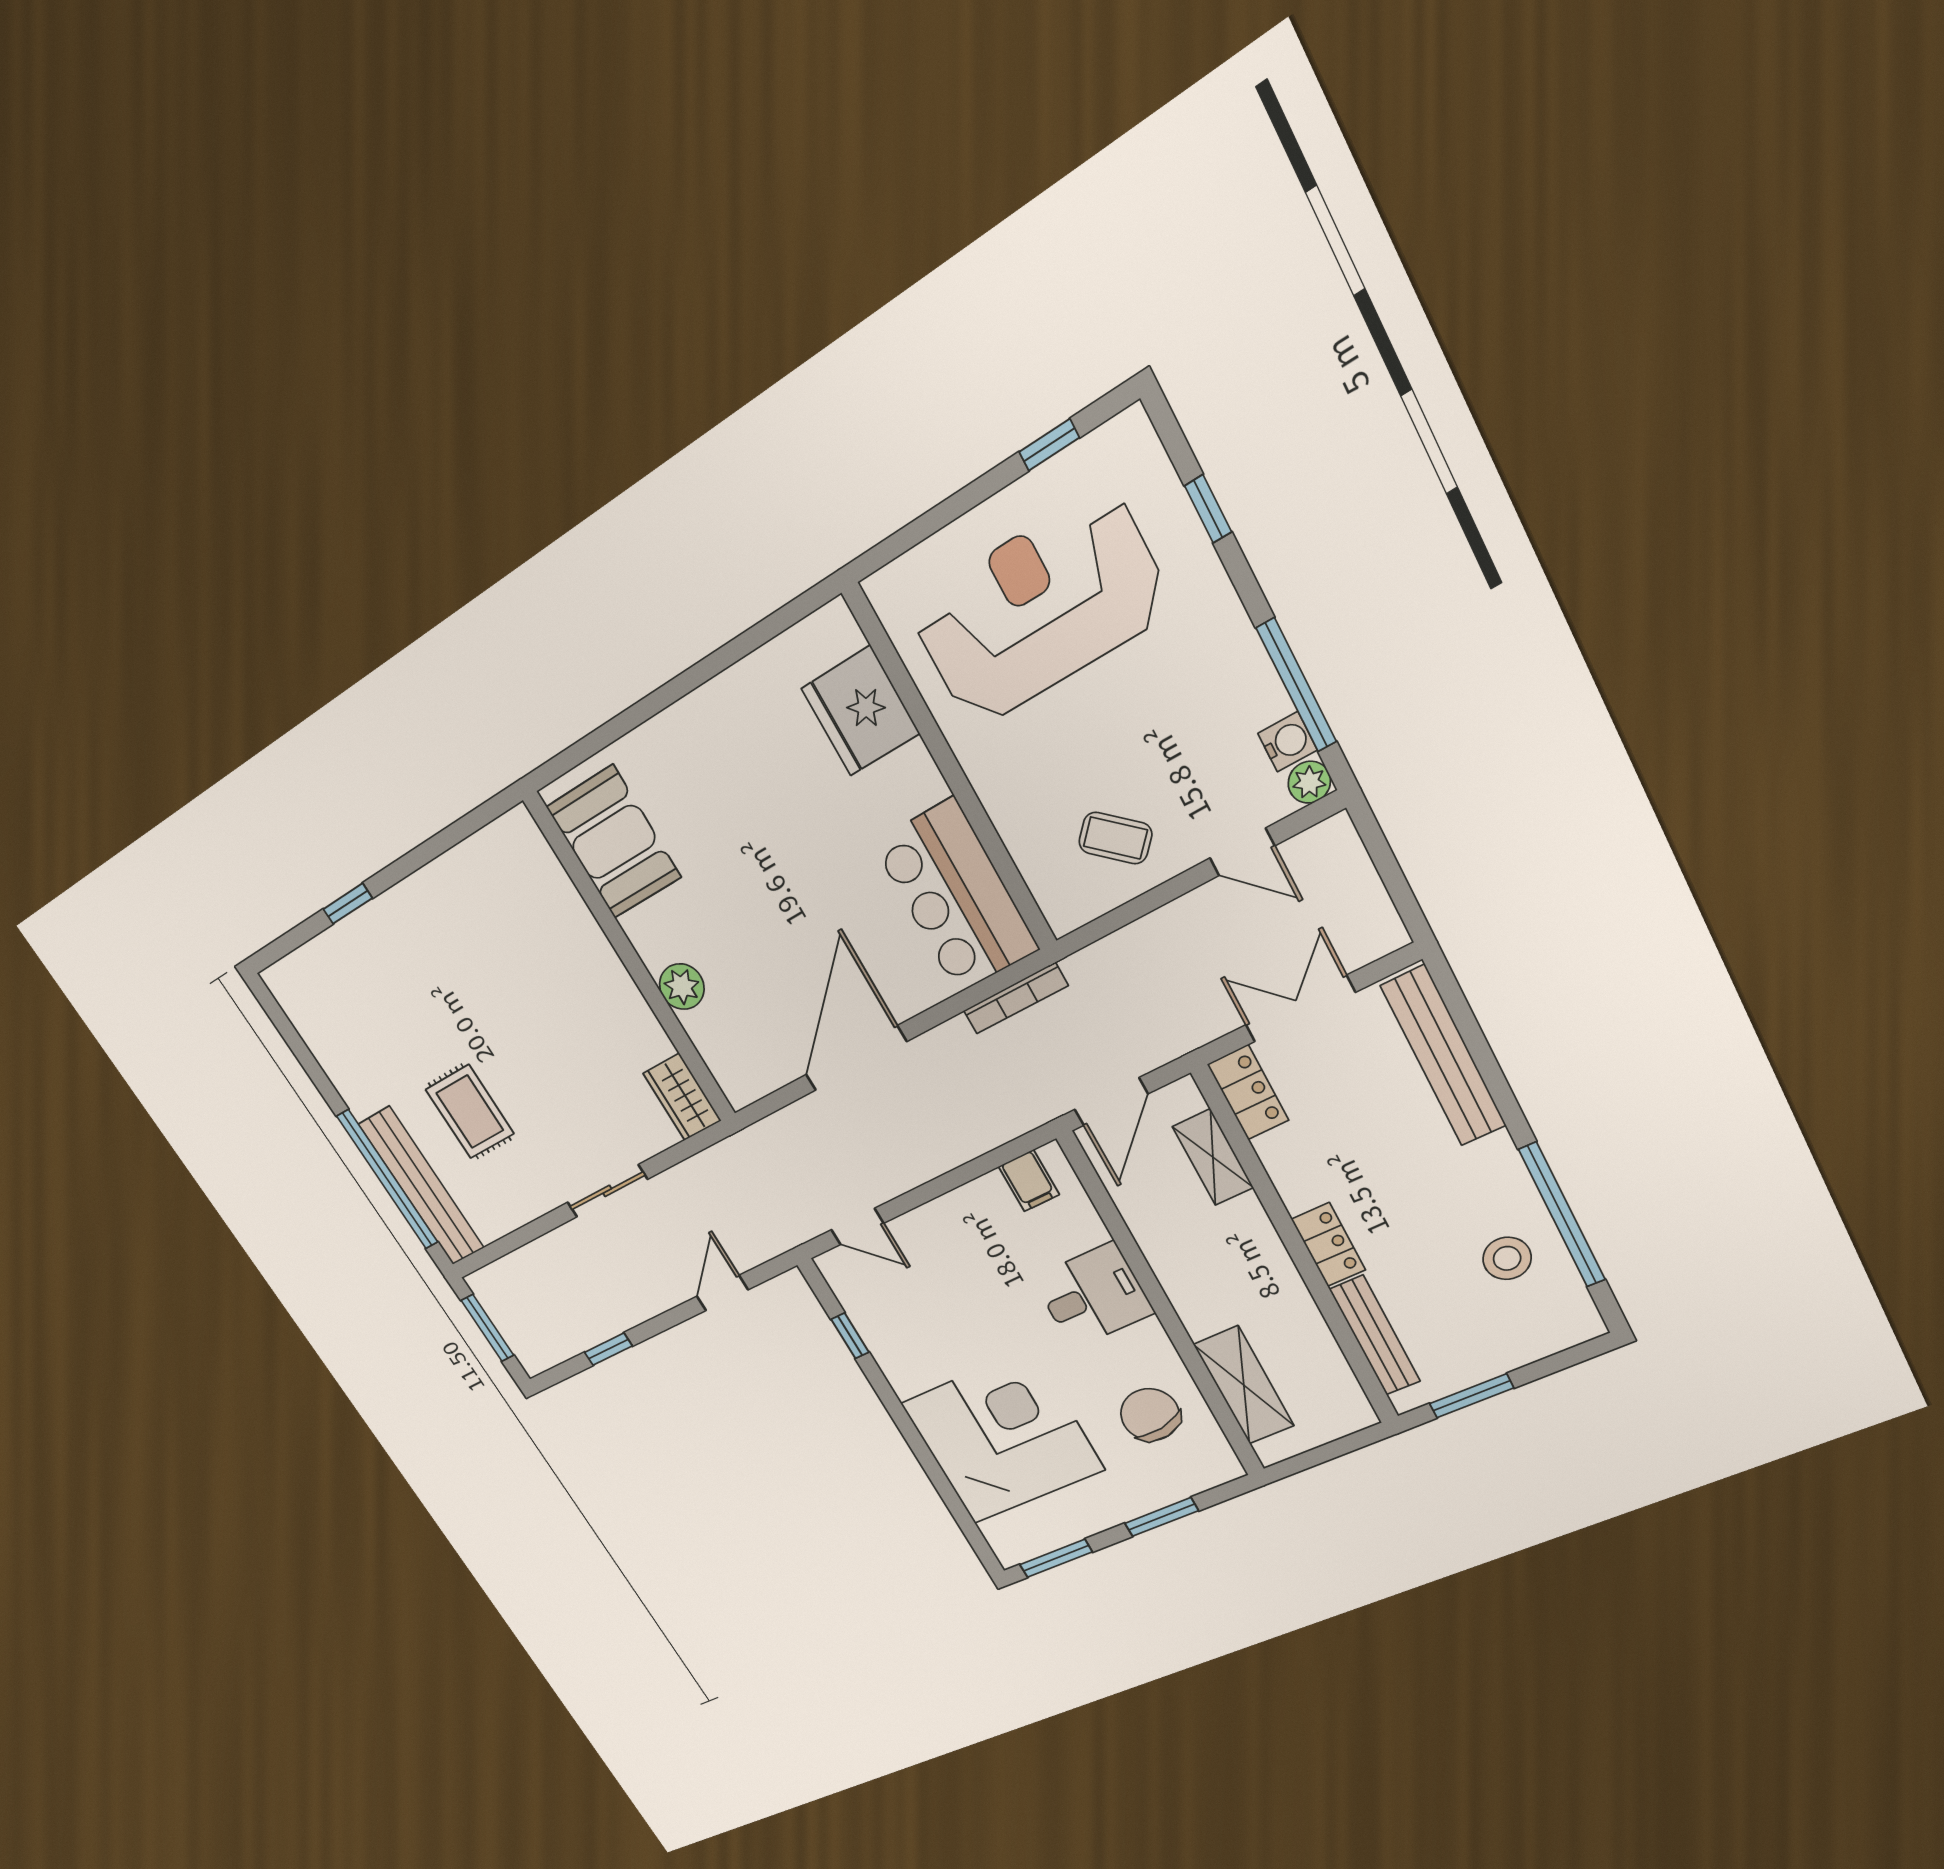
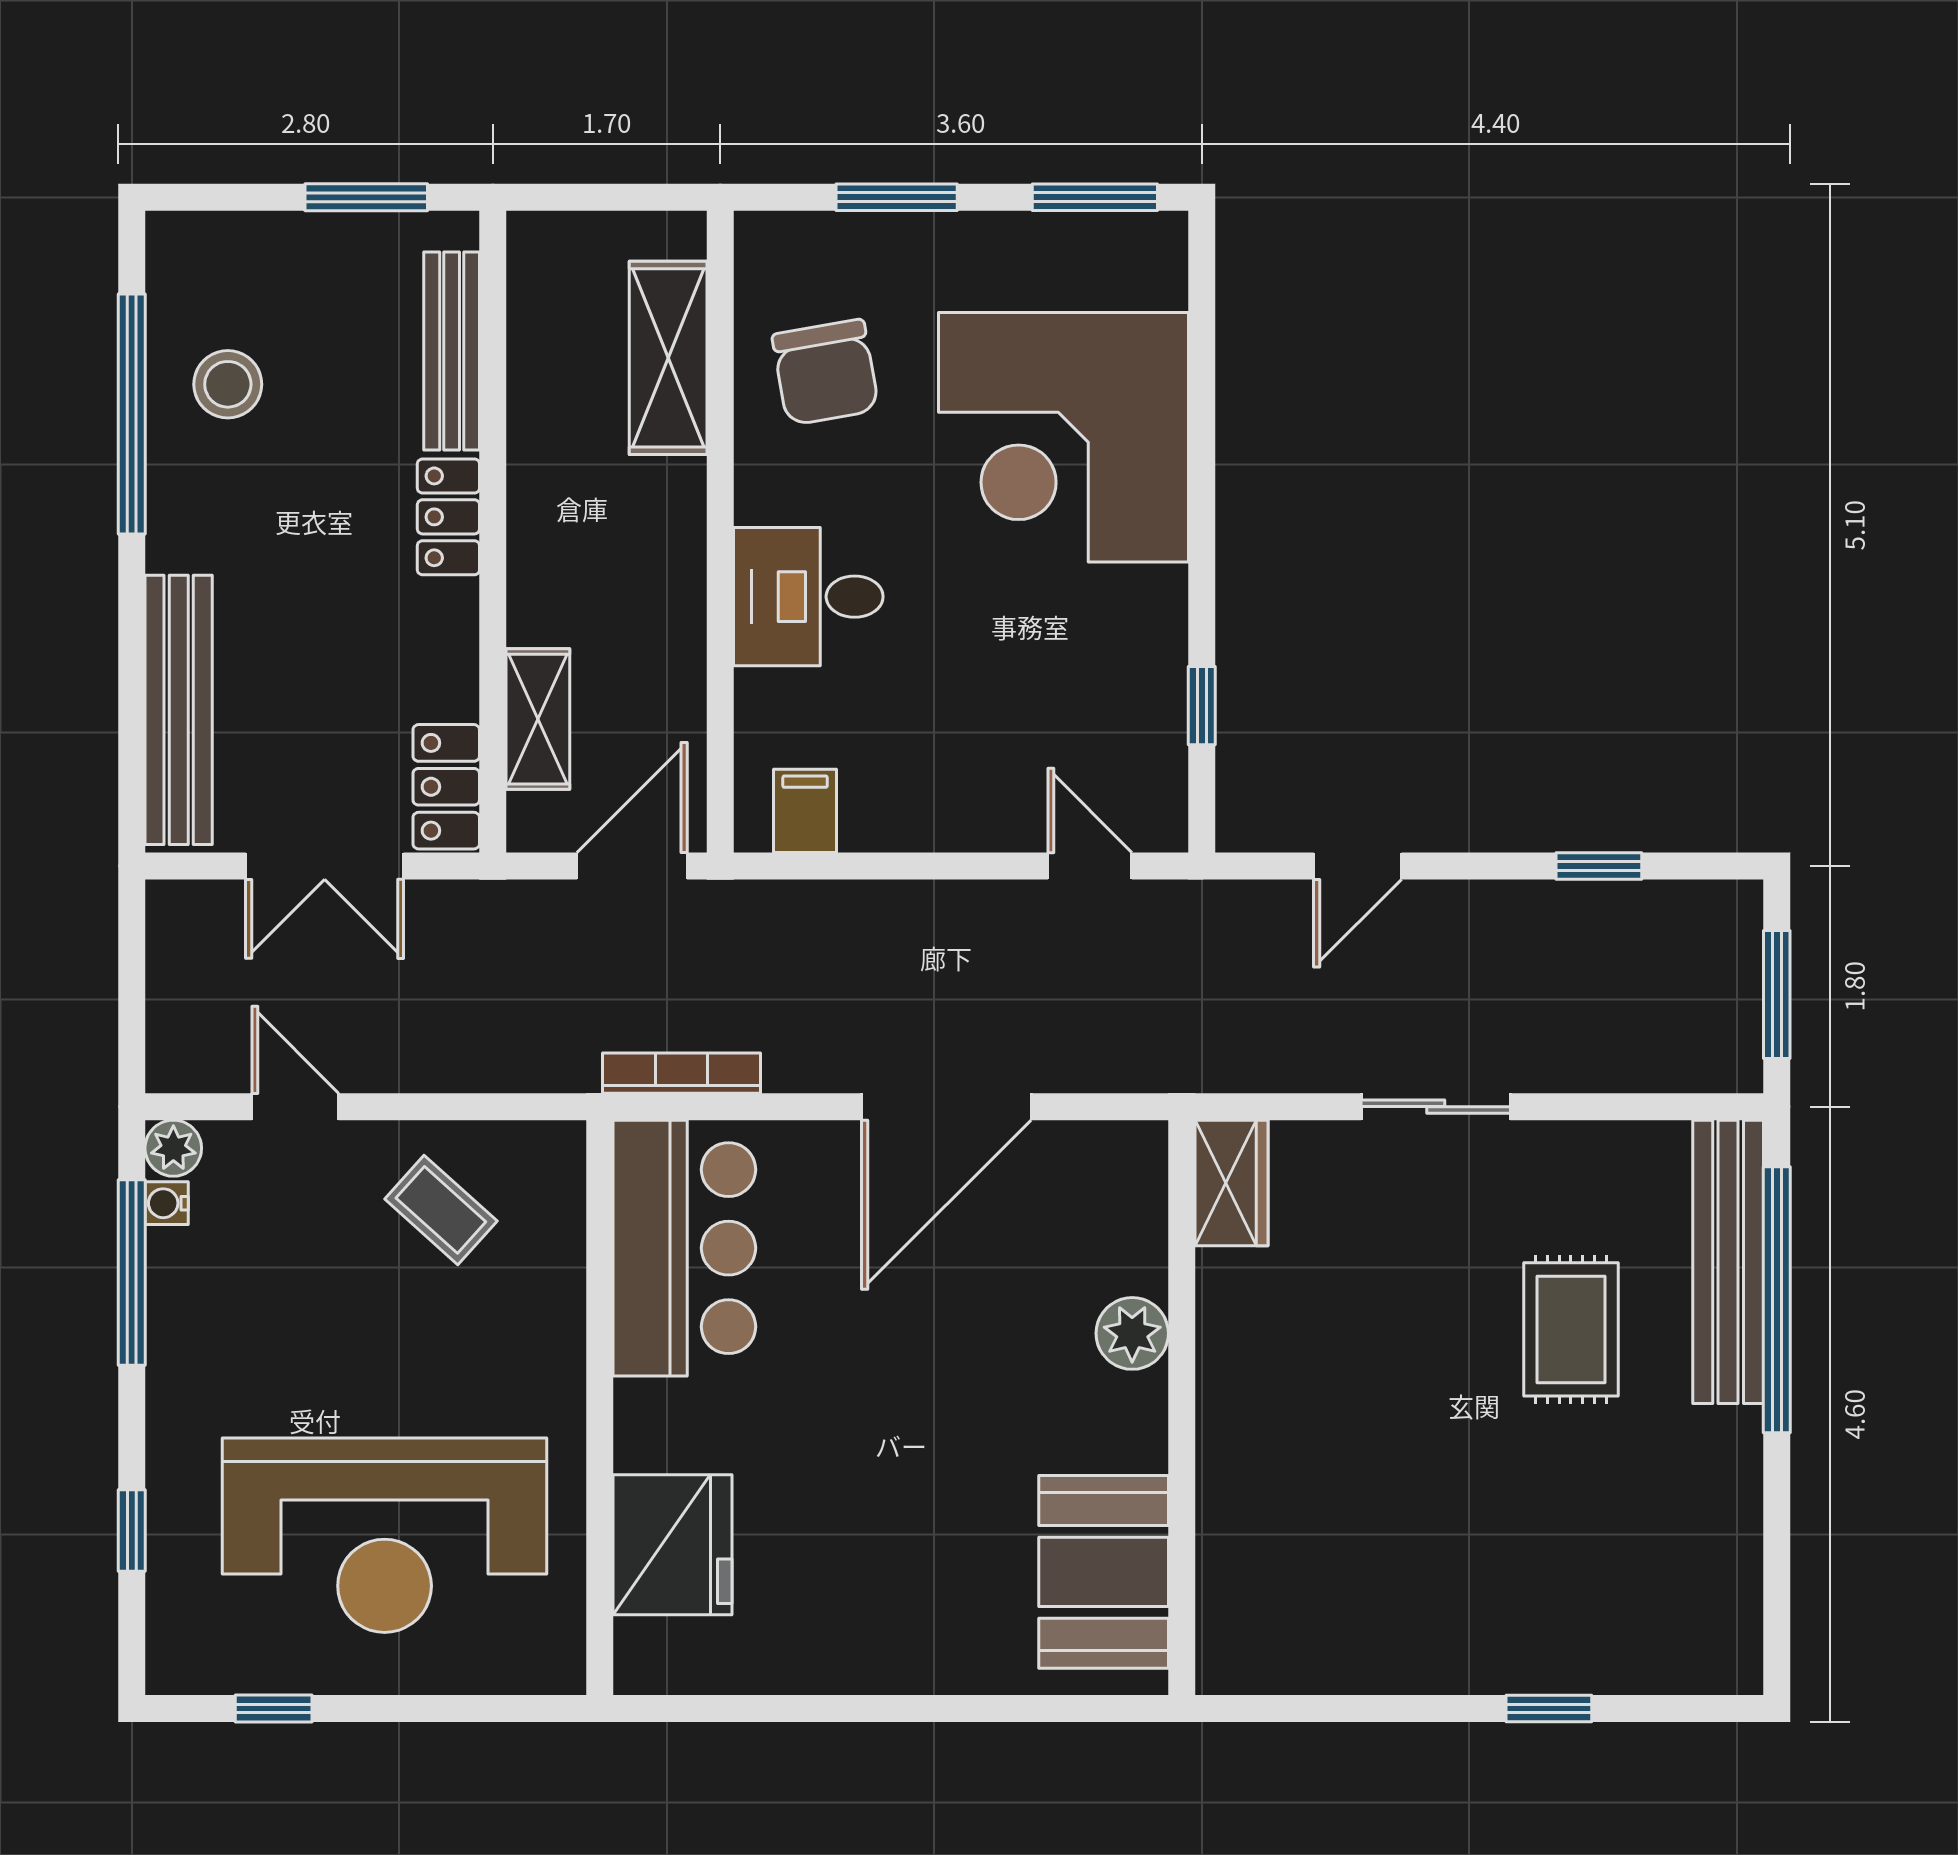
water cooler: (1288, 742) -> (167, 1203), width x0.72, depth x0.72

